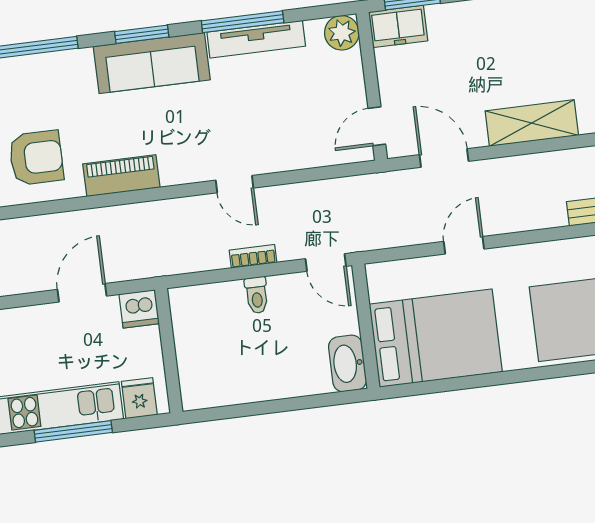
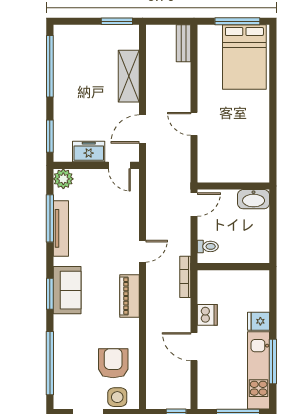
window: (243, 22) -> (50, 218), moved
freezer: (398, 26) -> (89, 152), moved, turned -90
sofa: (152, 63) -> (67, 290), width x0.73
piano: (121, 176) -> (130, 296), moved
bookcase: (253, 256) -> (185, 277), moved, width x1.56
bed: (436, 338) -> (245, 147), removed
wall: (169, 351) -> (233, 267), moved

